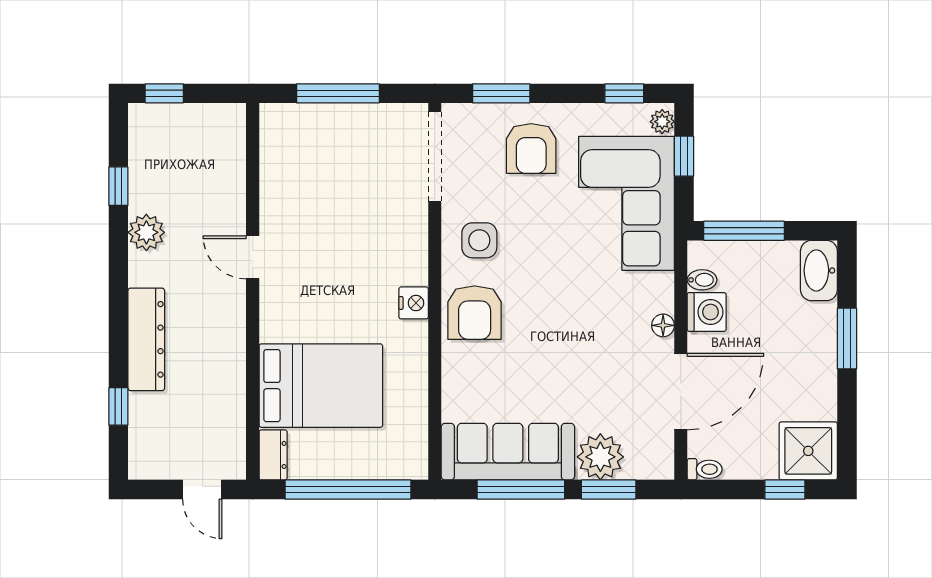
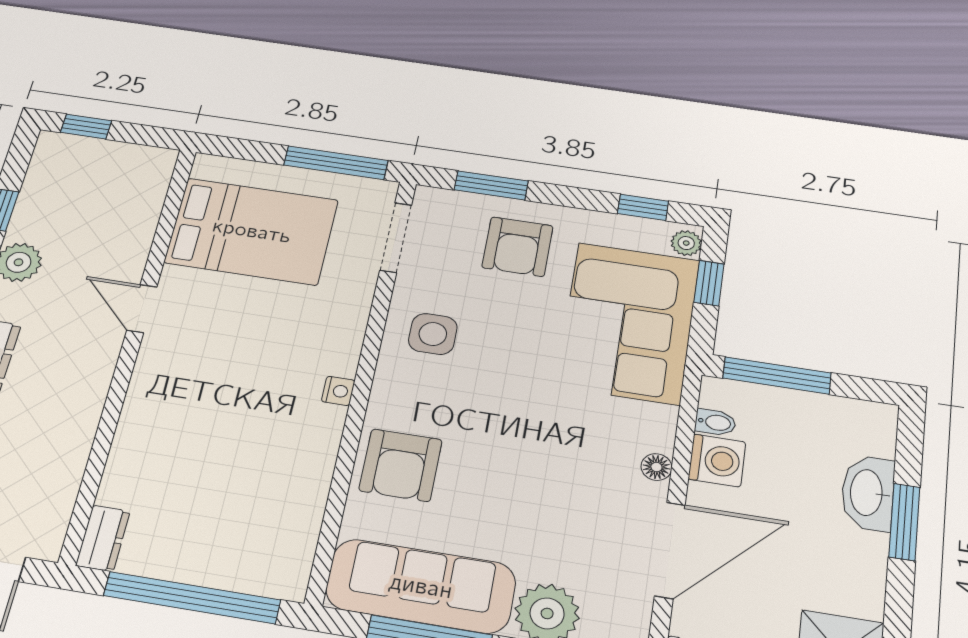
window: (338, 93) -> (336, 163), moved
doorway: (435, 157) -> (396, 238), width x0.73
washbasin: (819, 270) -> (868, 493), moved
nightstand: (414, 303) -> (338, 391), width x0.72, depth x0.74
armchair: (475, 313) -> (401, 465), moved
bed: (321, 386) -> (252, 231), moved

